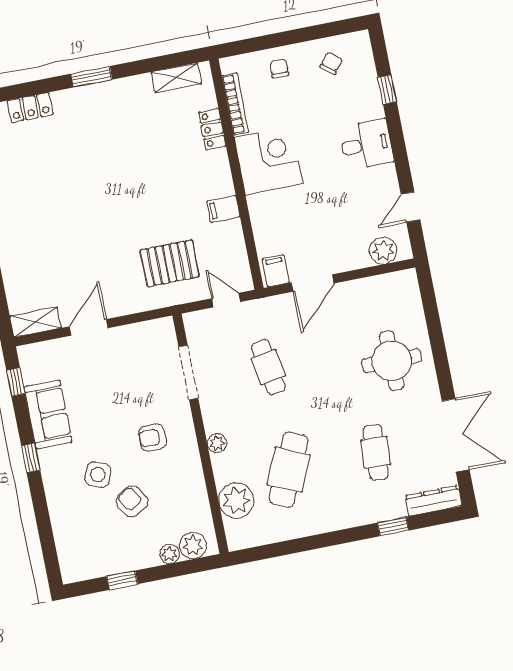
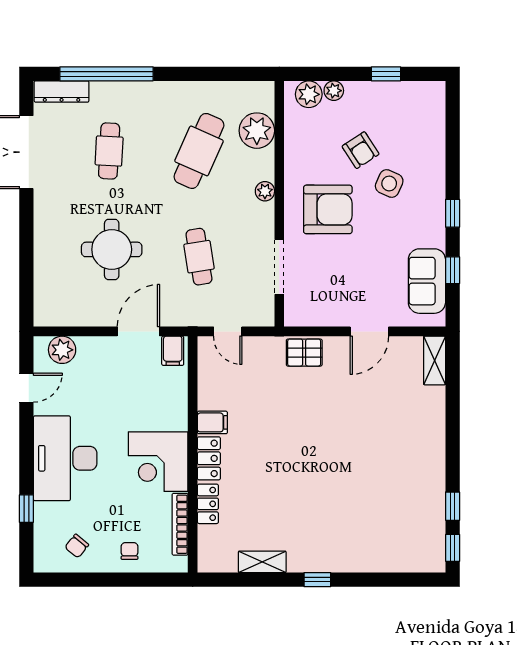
chair: (279, 68) -> (129, 551), turned 180
window: (92, 77) -> (317, 580), width x0.67
shelving: (176, 78) -> (262, 562), moved
locker: (30, 108) -> (209, 458), moved, turned 90
desk: (366, 145) -> (65, 458), width x1.87, depth x1.30
pallet: (170, 263) -> (304, 353), moved, width x0.67, depth x0.71
shelving: (35, 322) -> (435, 360), moved, turned 90
round table: (392, 361) -> (112, 249), moved
window: (16, 382) -> (453, 270), moved
sofa: (48, 414) -> (427, 281), moved
armchair: (152, 438) -> (328, 209), width x1.88, depth x1.88
window: (393, 527) -> (106, 74), width x3.17

